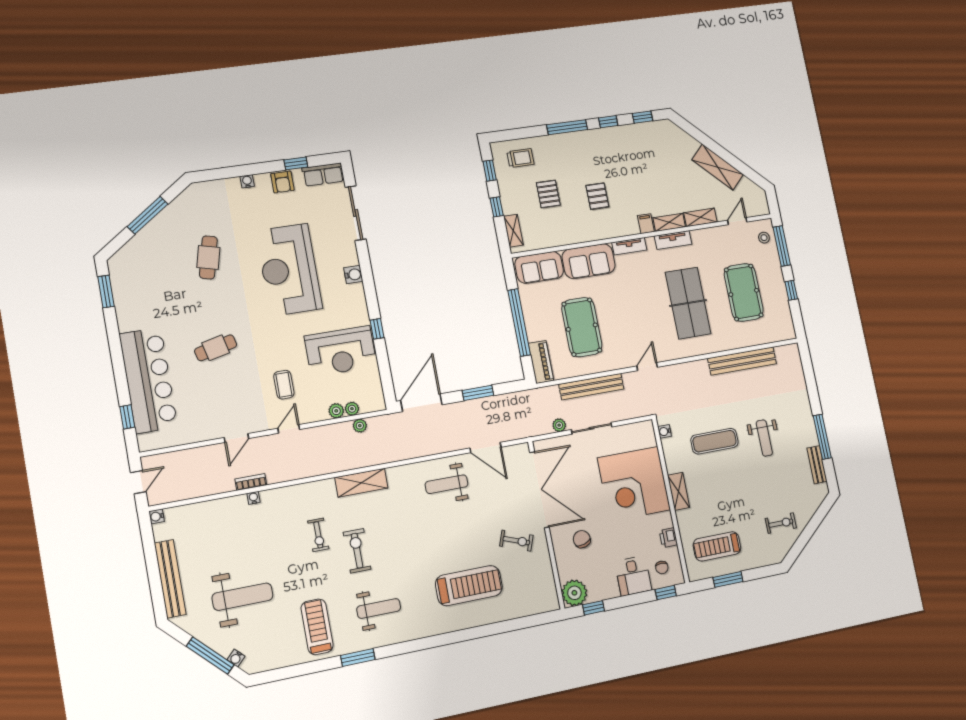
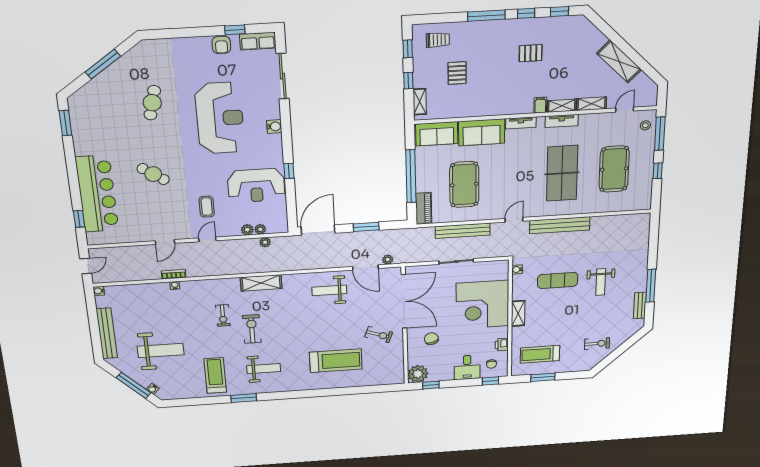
water cooler: (247, 181) -> (191, 42), removed
pallet: (597, 196) -> (531, 53), moved, turned 90
reception desk: (289, 270) -> (220, 118), turned 180
cafe table: (216, 348) -> (153, 174), turned 47
bench: (742, 361) -> (560, 225), moved
plant: (559, 425) -> (388, 260), moved

